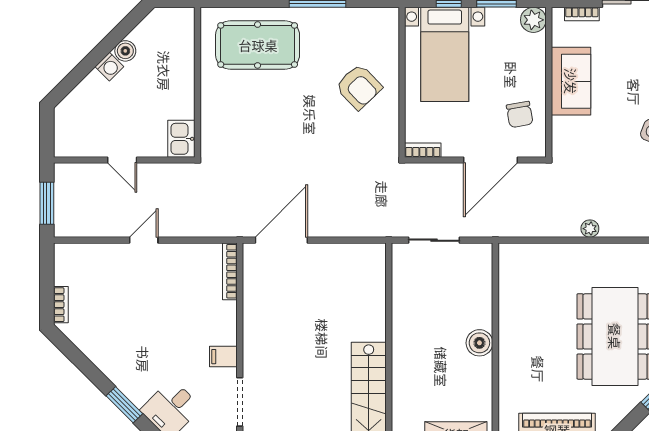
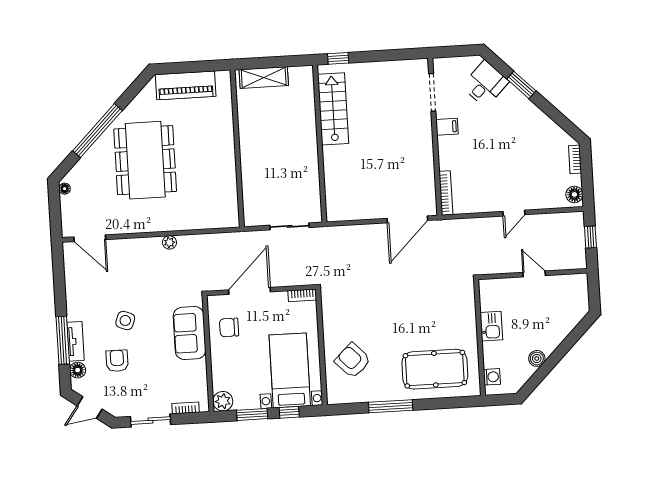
washing machine: (109, 67) -> (492, 377), moved, turned 135
sofa: (571, 81) -> (190, 333), moved
armchair: (359, 87) -> (353, 361), moved
chair: (520, 114) -> (229, 327), turned -80
kitchen sink: (181, 139) -> (491, 326), moved
window: (47, 203) -> (590, 237), width x0.67
floor lamp: (64, 259) -> (574, 194), added
boiler: (479, 343) -> (250, 149), removed

